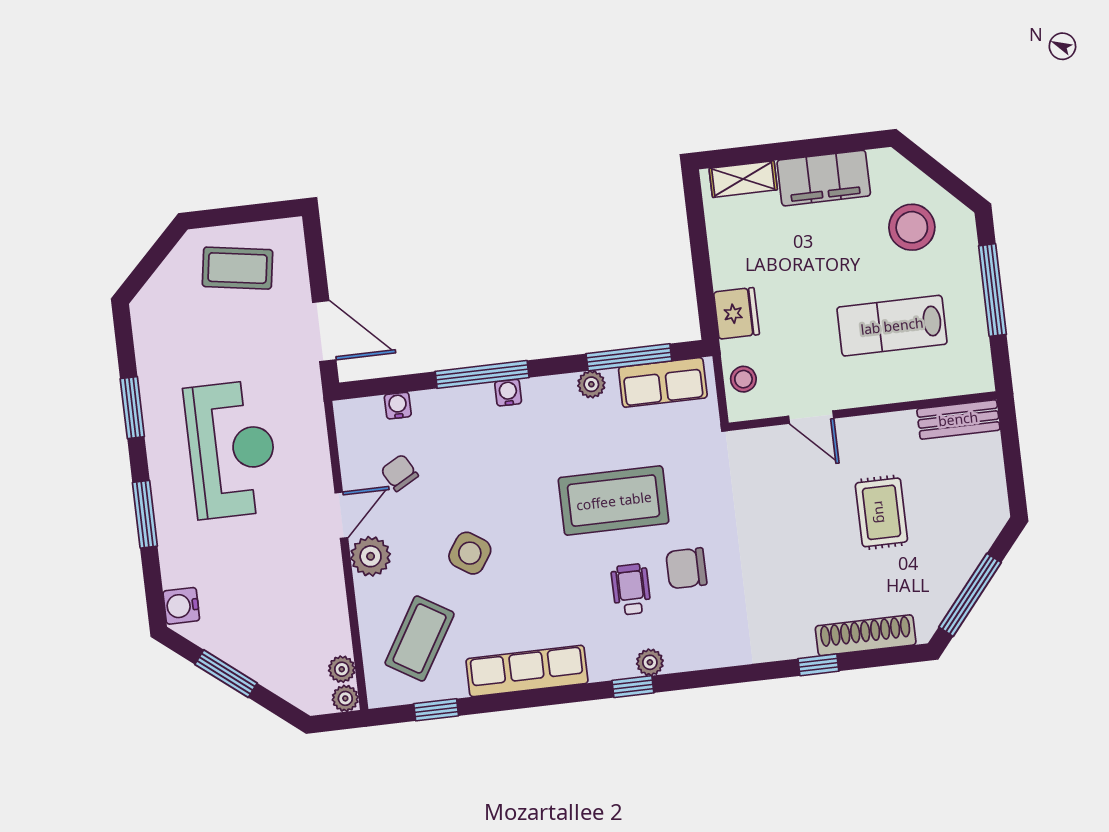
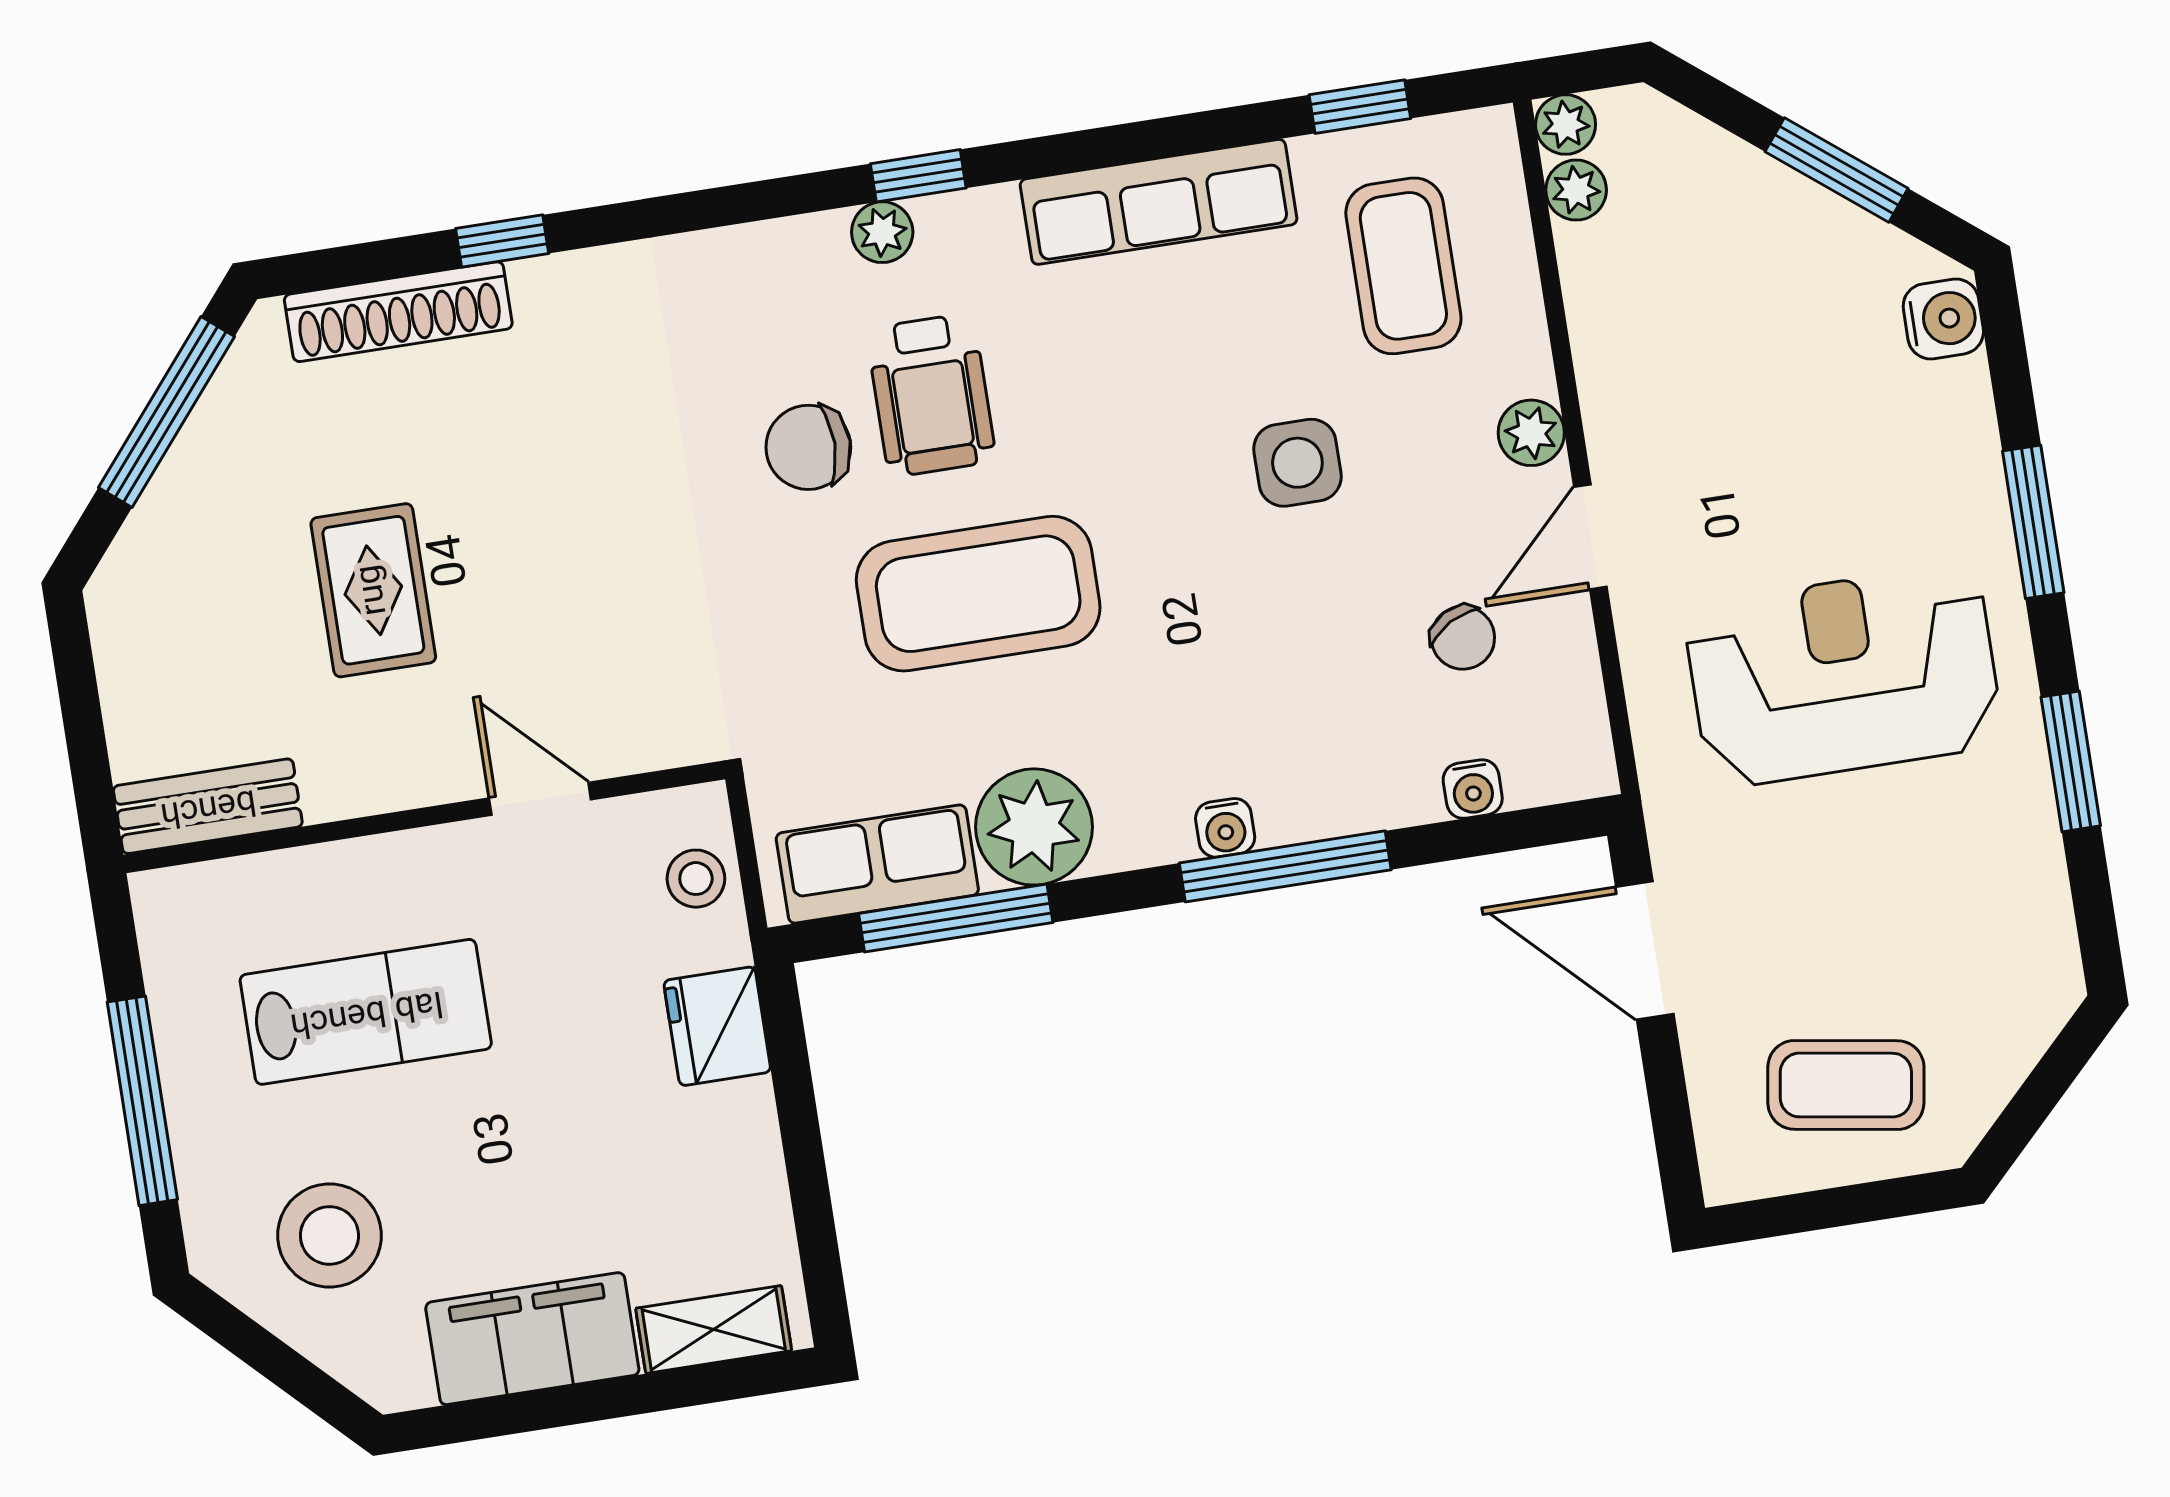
plant: (591, 384) -> (1034, 827), width x1.88, depth x1.88
reception desk: (232, 449) -> (1843, 676), turned 90
side table: (470, 553) -> (1297, 463), turned -34
plant: (371, 556) -> (1531, 433), width x0.73, depth x0.73
chair: (686, 568) -> (808, 447), turned 180
wheelchair: (631, 589) -> (931, 395), width x1.36, depth x1.37
coffee table: (420, 639) -> (1403, 266), turned -31

